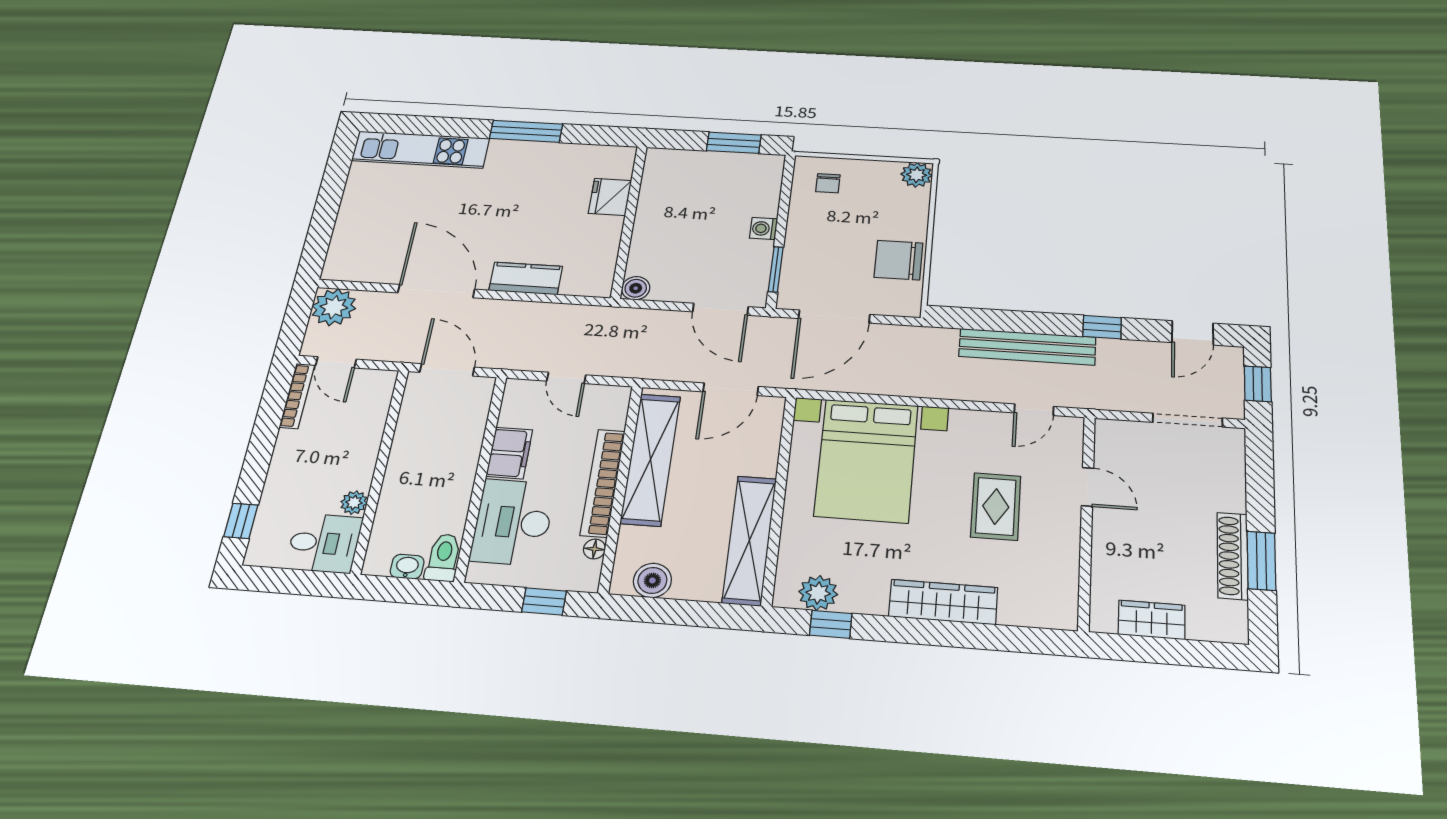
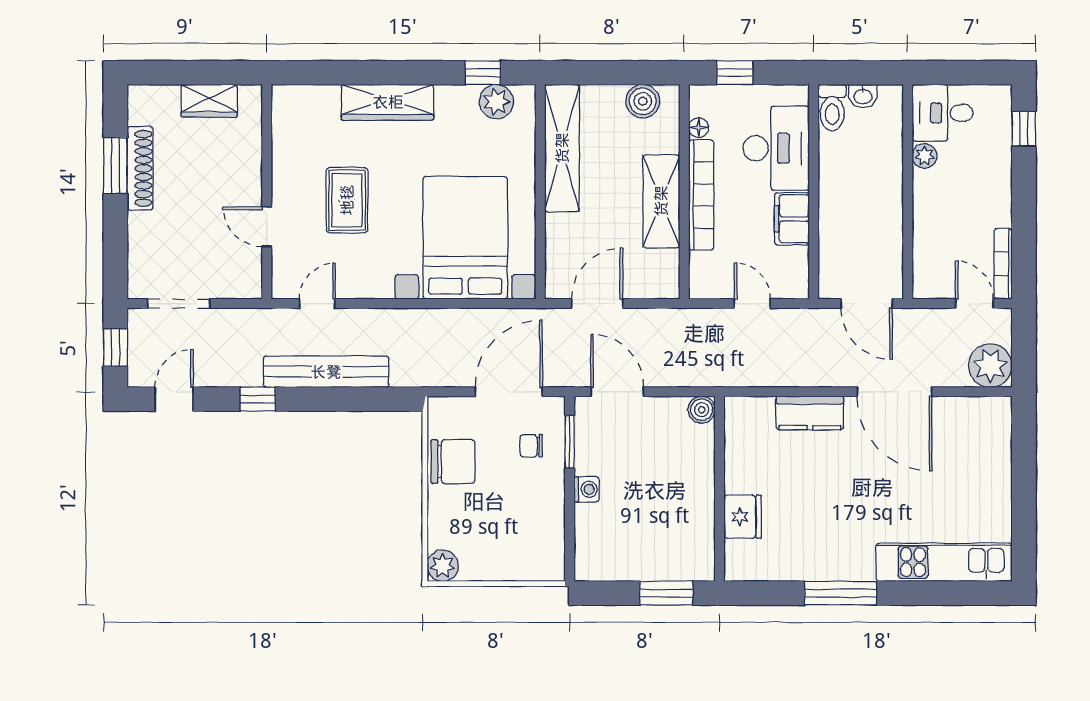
window: (734, 143) -> (666, 593), moved
chair: (828, 183) -> (531, 446), moved, turned -90
shelving: (650, 459) -> (661, 201), width x0.68

